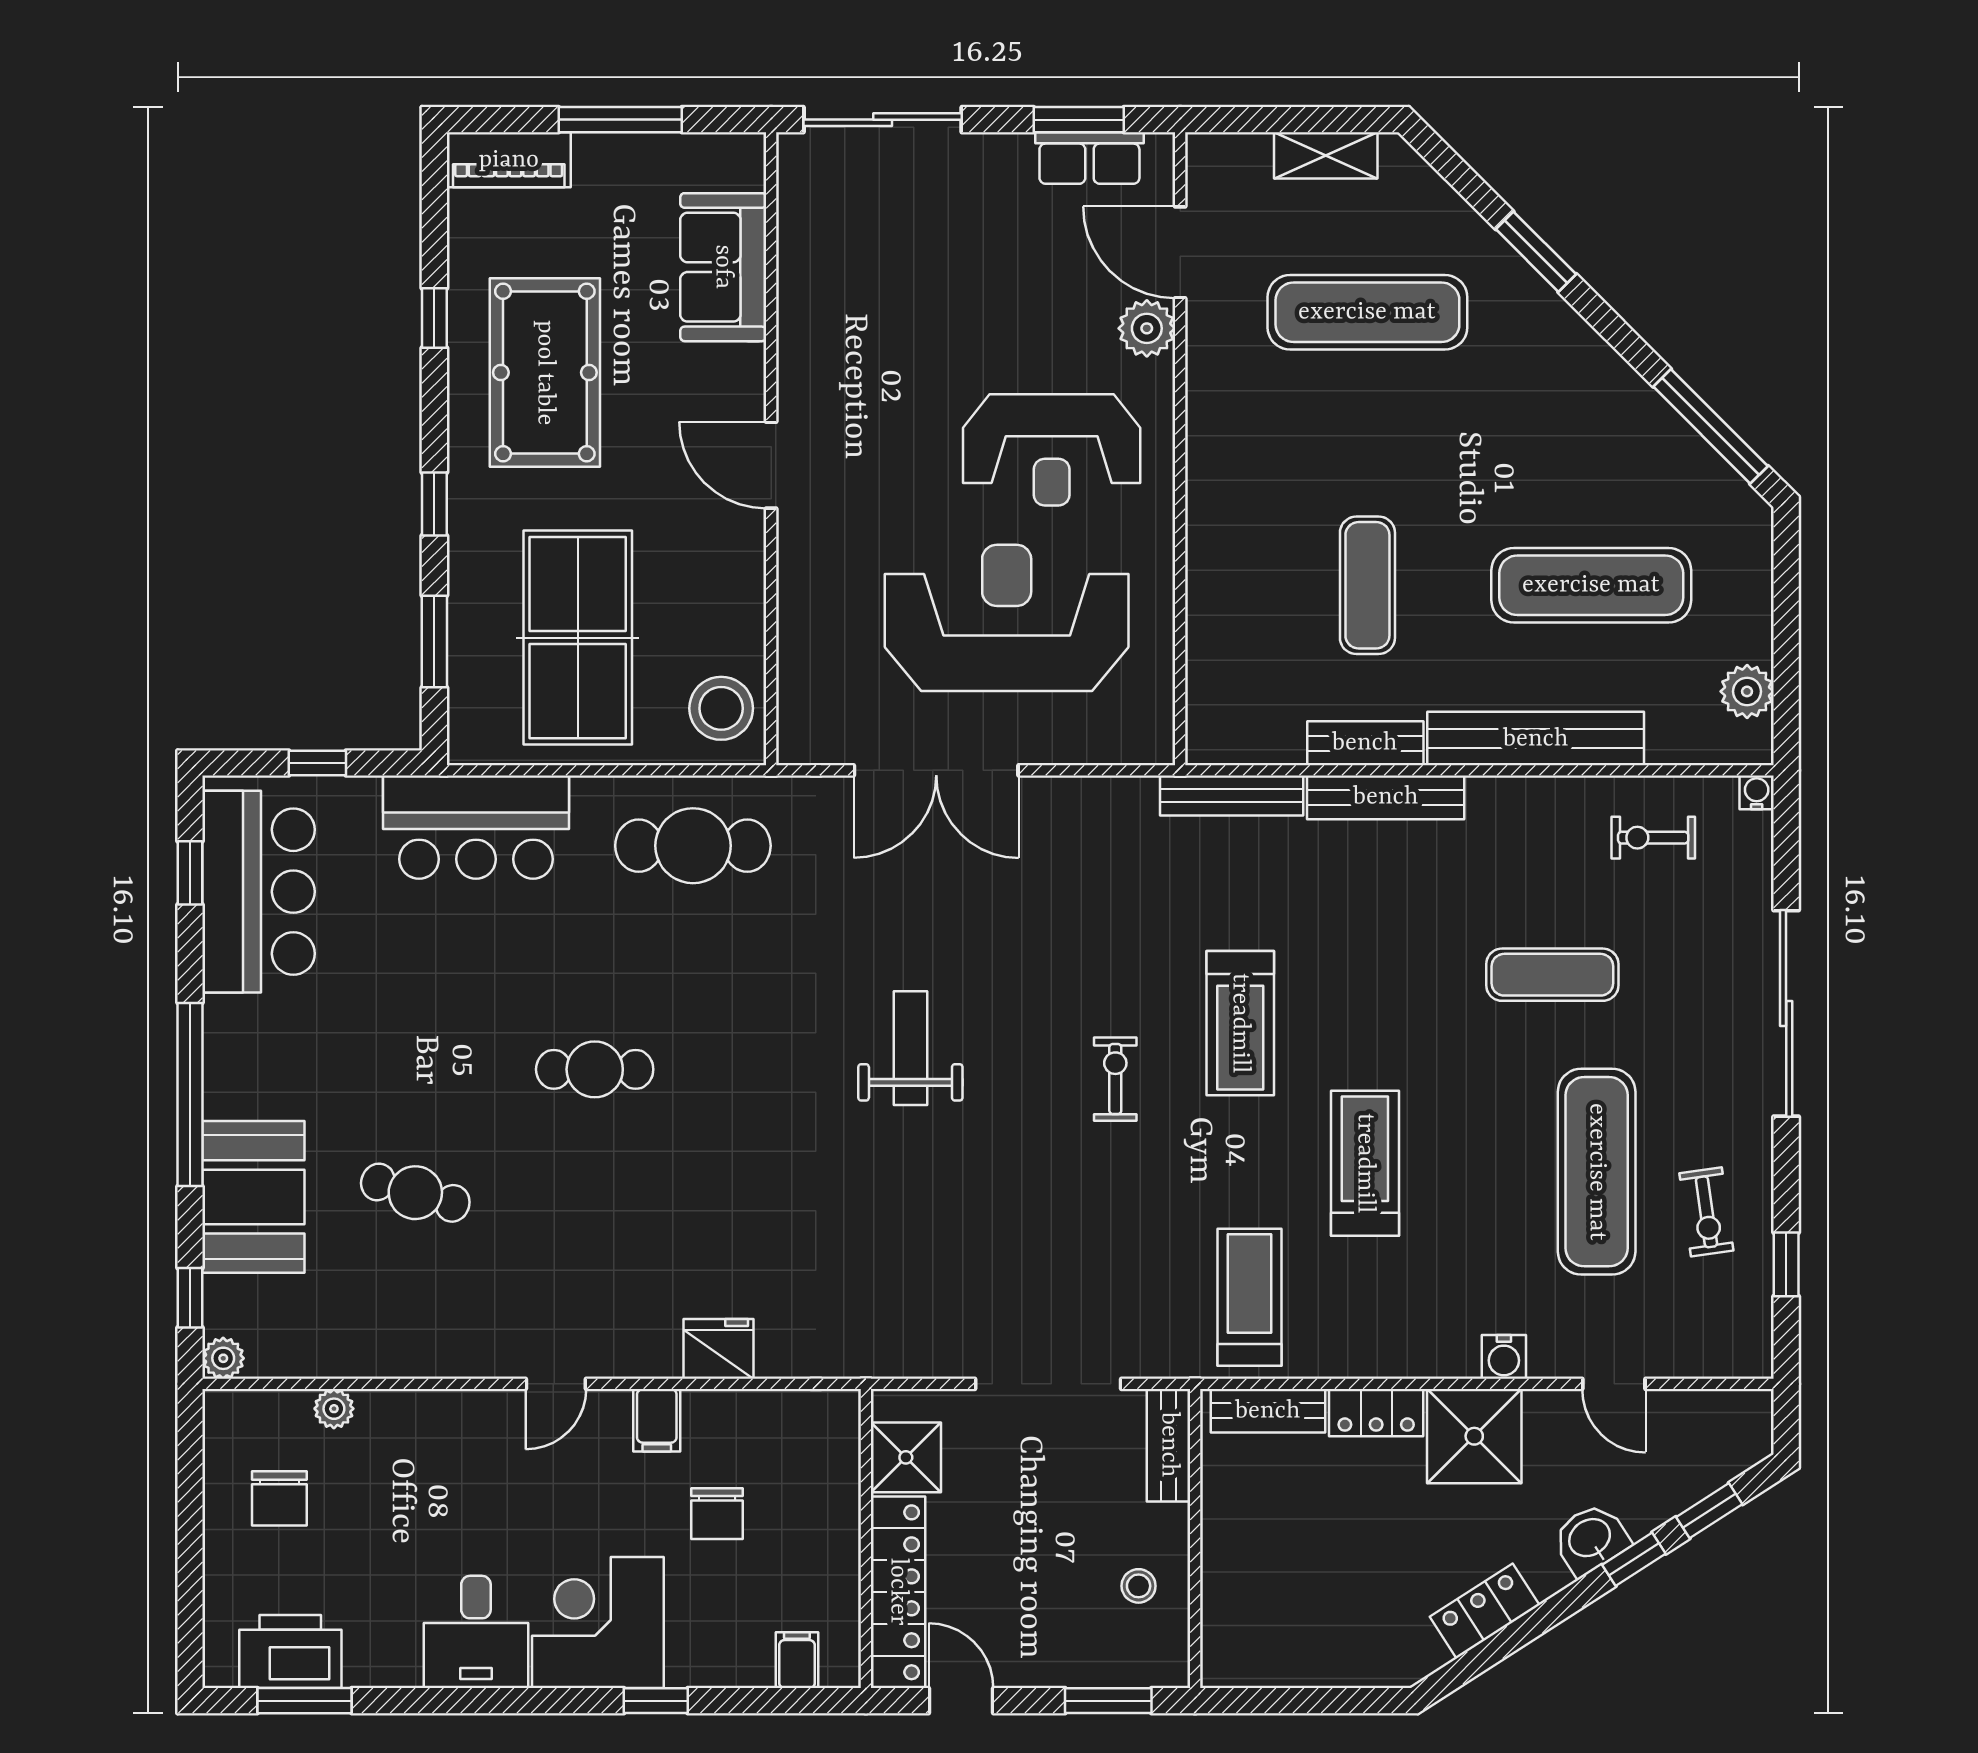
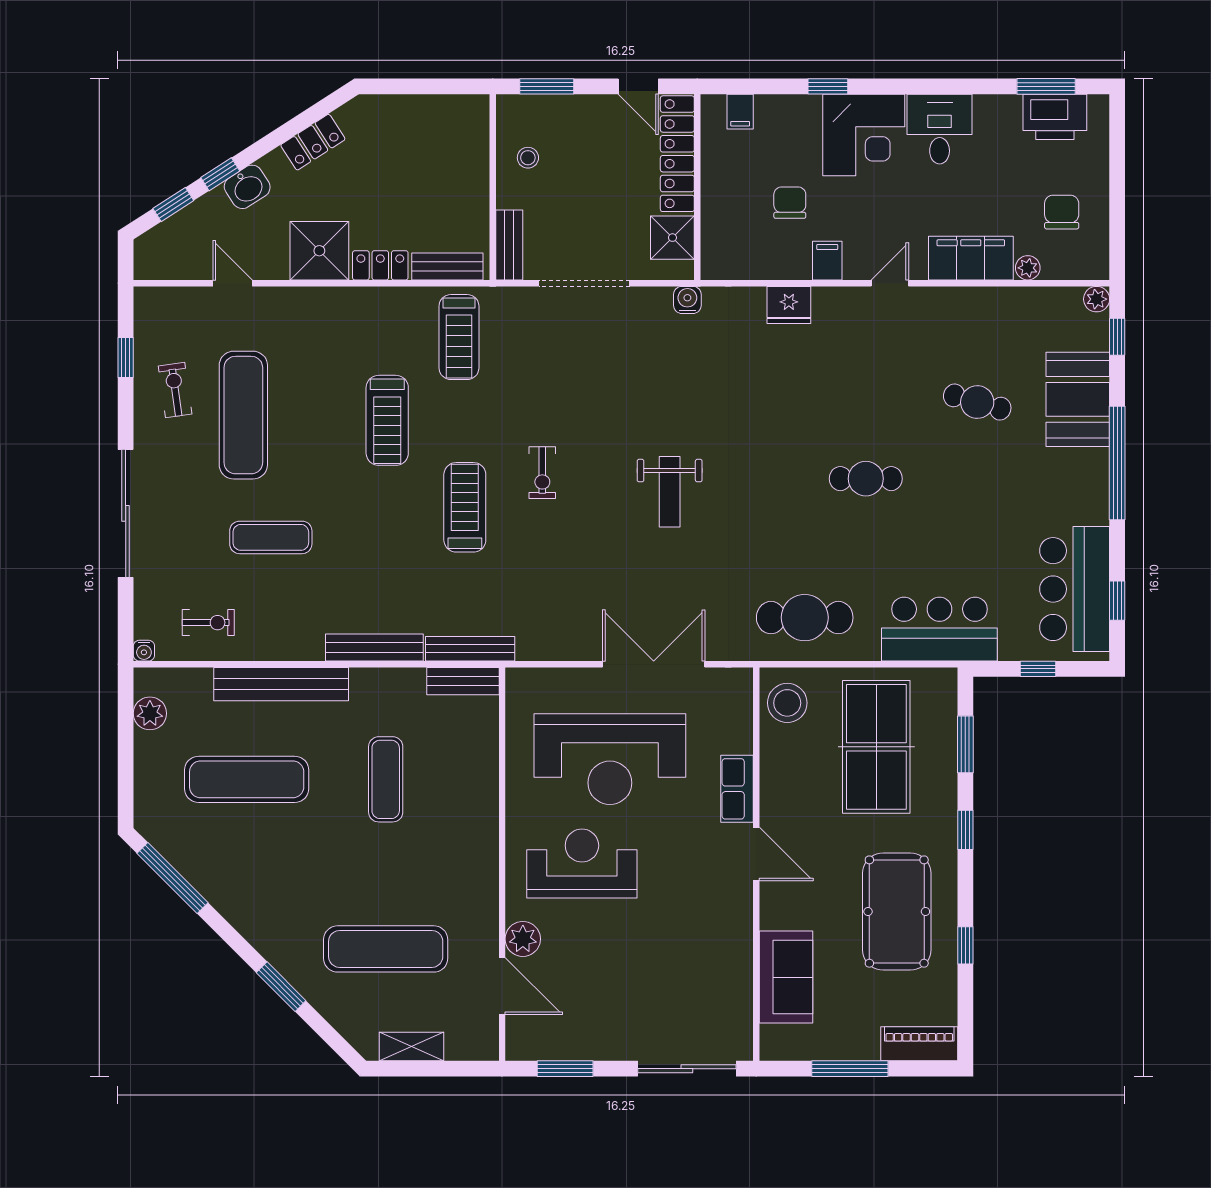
row of seats: (1089, 158) -> (737, 789), moved, turned -90
bench: (1365, 743) -> (463, 681), moved
water cooler: (1504, 1357) -> (687, 300), moved
filing cabinet: (426, 1424) -> (971, 258), added

